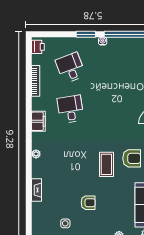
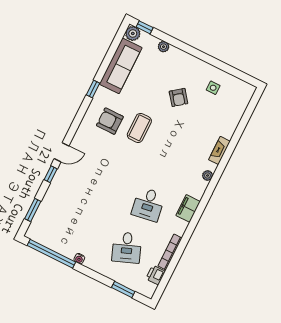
window: (86, 34) -> (123, 289), moved
printer: (38, 47) -> (156, 275), moved
fireplace: (36, 190) -> (219, 150), moved
armchair: (88, 203) -> (178, 97), turned -128

